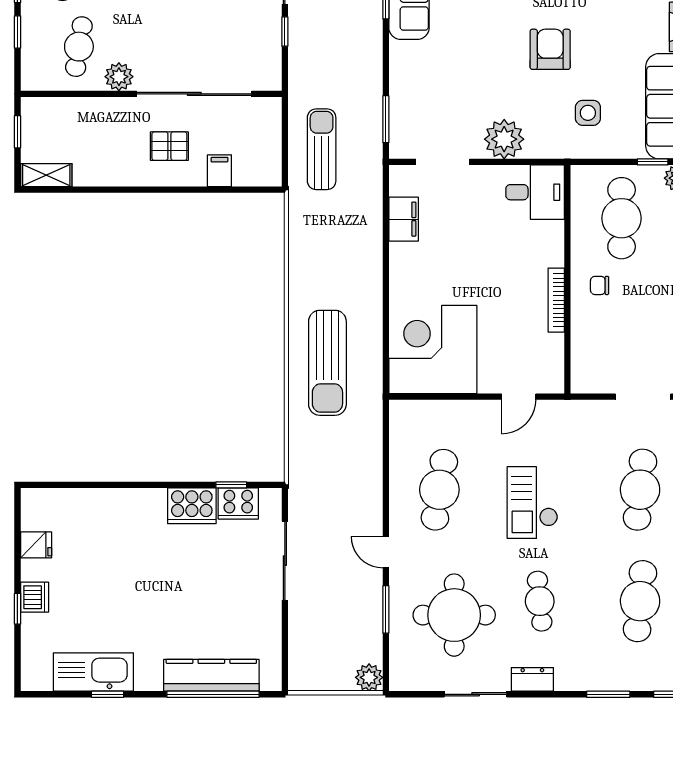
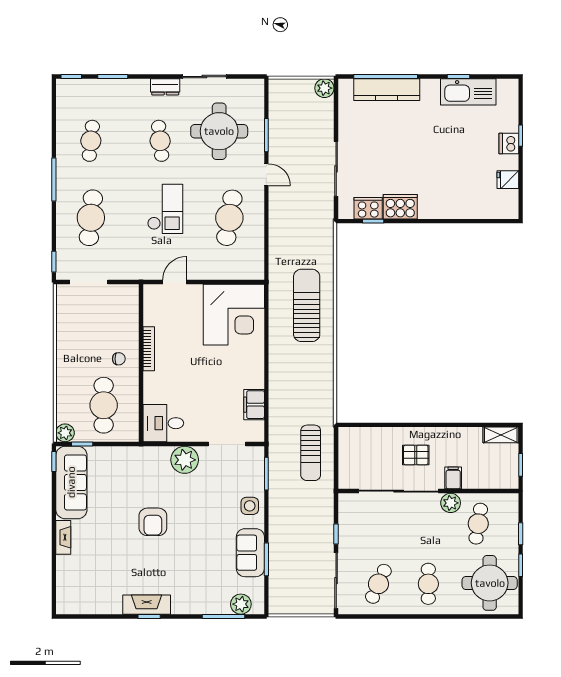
side table: (588, 113) -> (250, 506), moved
filing cabinet: (219, 171) -> (453, 478), moved, turned 180
cafe table: (640, 601) -> (91, 141), width x0.73, depth x0.74
plant: (369, 677) -> (324, 88), moved

